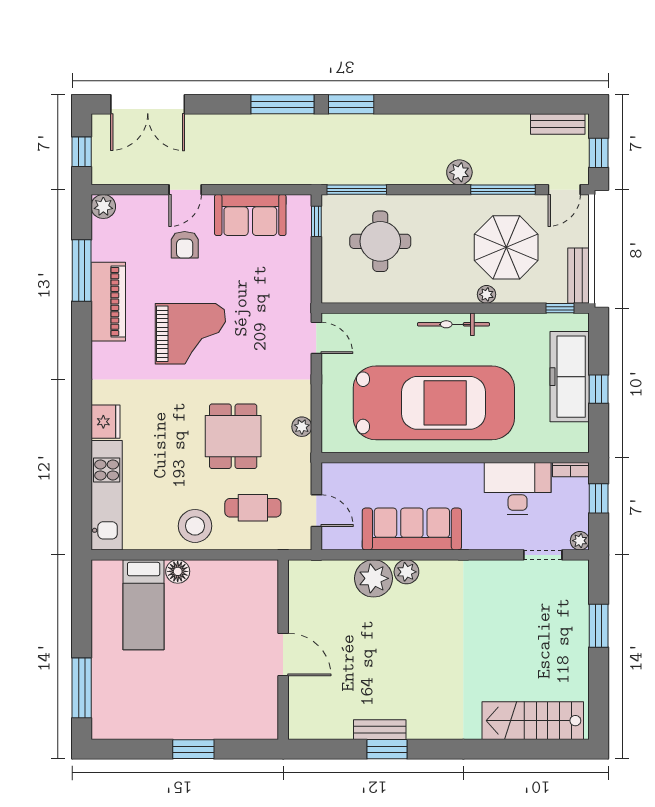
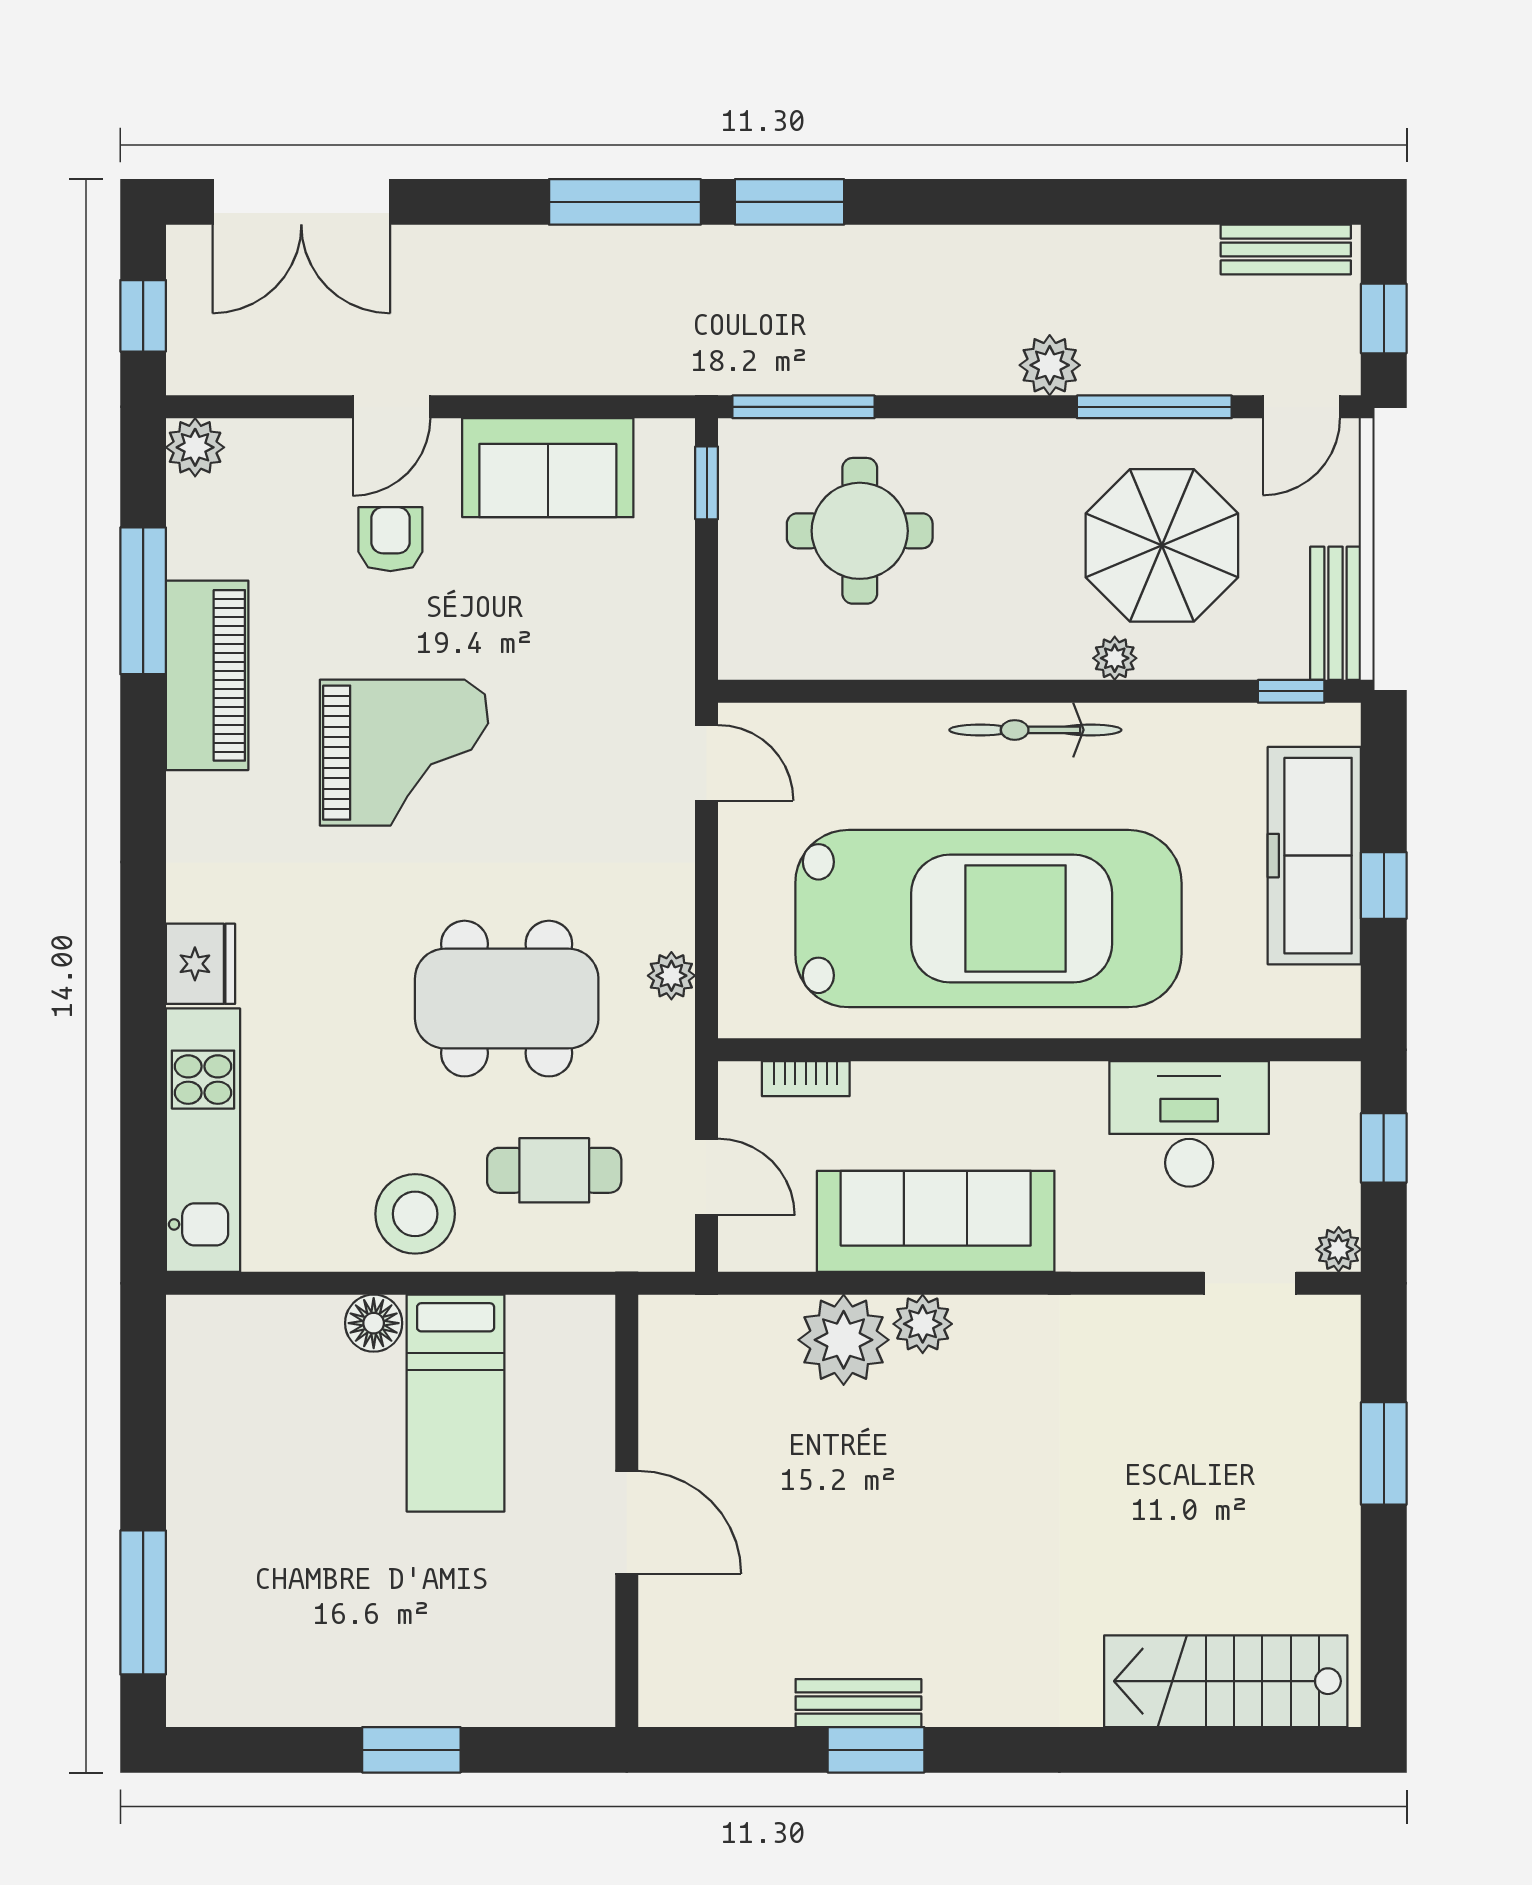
armchair: (185, 245) -> (390, 539), turned 180
dining table: (233, 436) -> (507, 999), width x1.38
bookcase: (571, 470) -> (806, 1079), moved
bed: (144, 605) -> (456, 1403), moved

